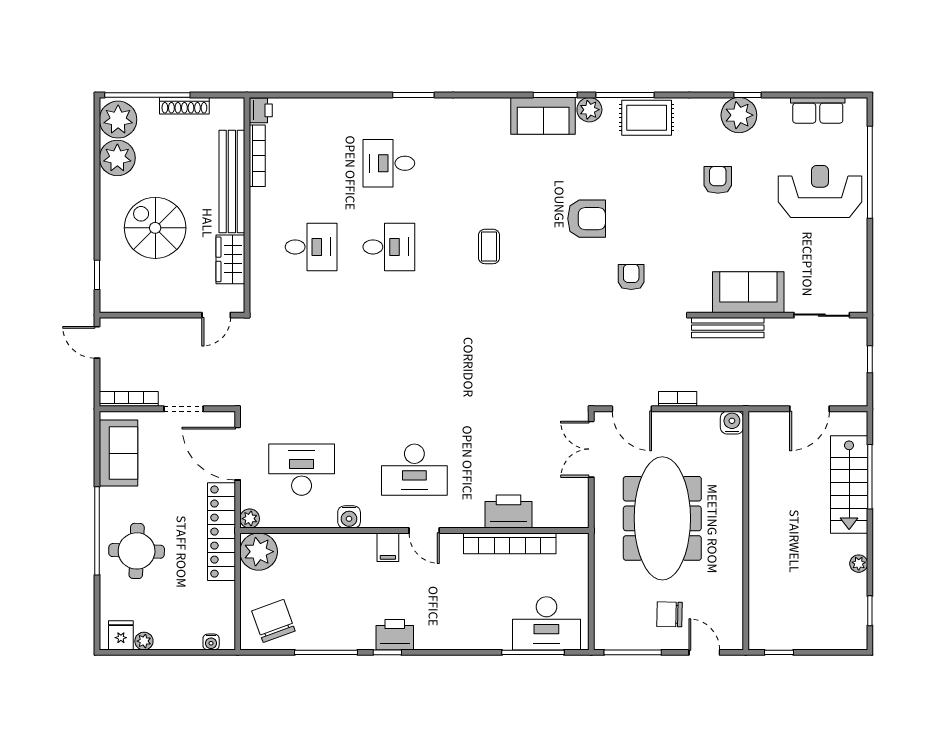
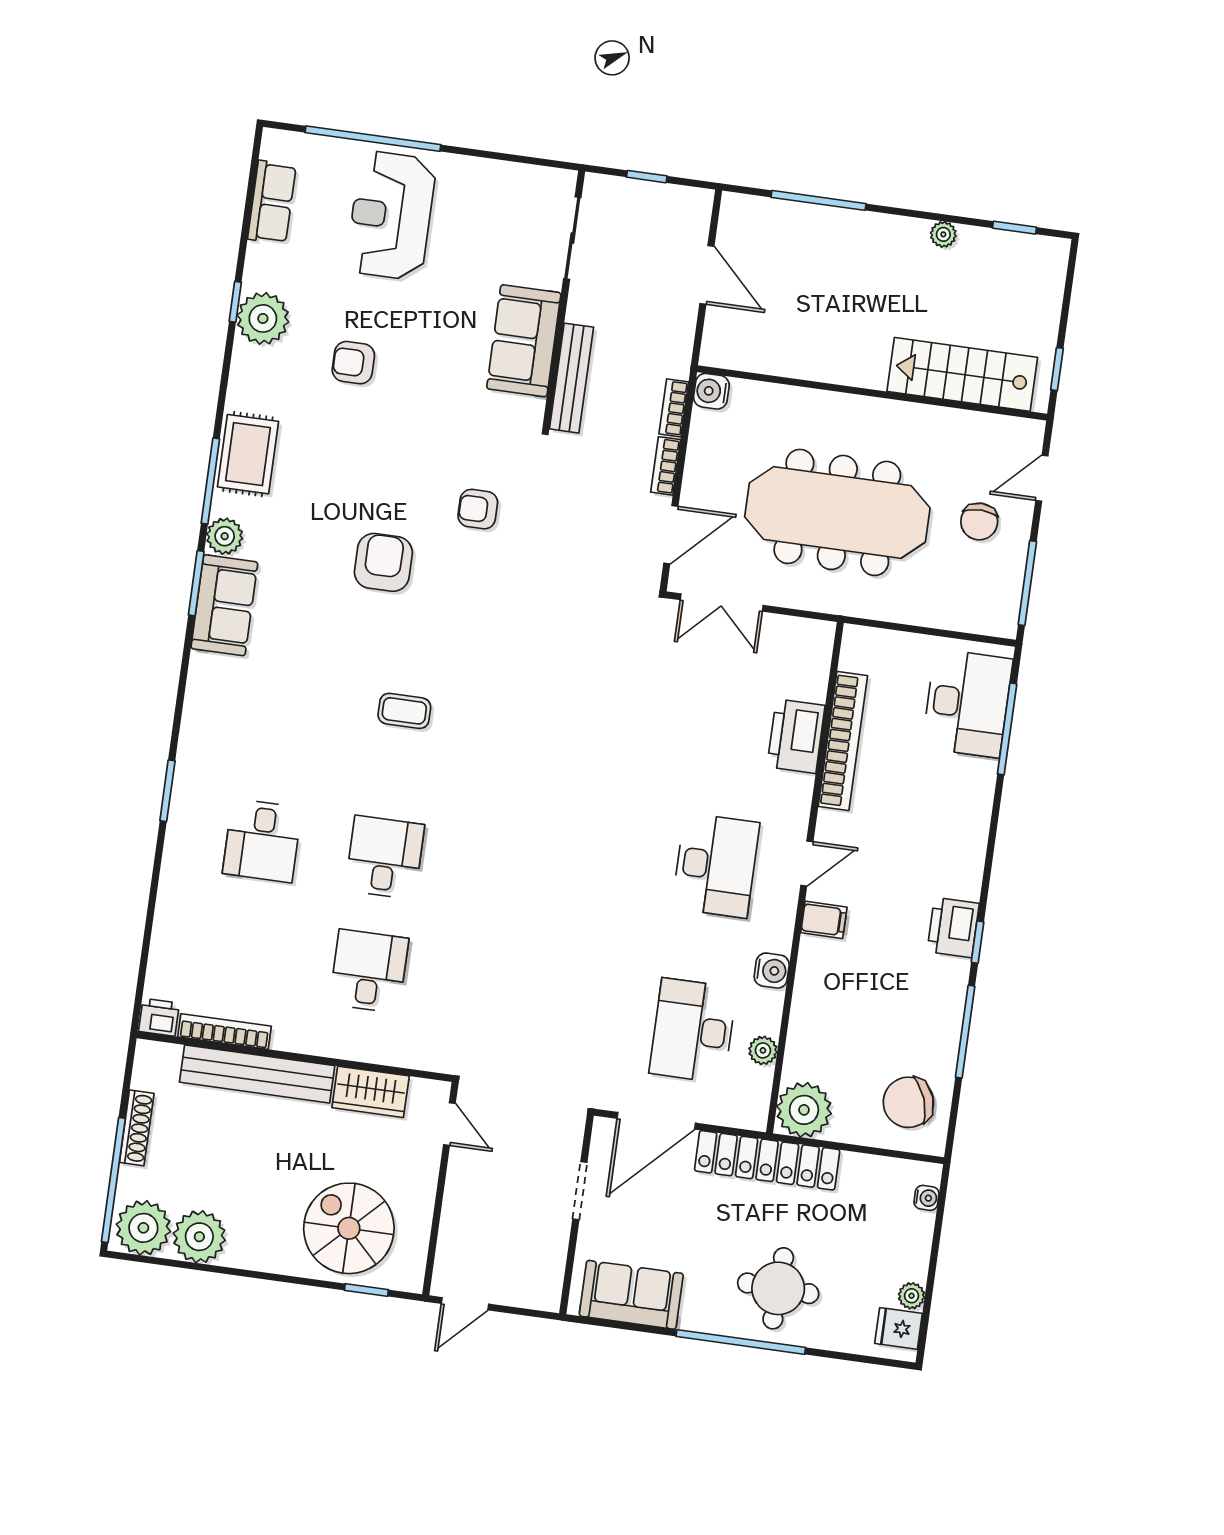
spiral stairs: (155, 228) -> (349, 1228), moved, turned 90
bookcase: (129, 399) -> (674, 408), moved, width x0.64
stairs: (849, 485) -> (962, 374), moved, turned 180
plant: (250, 519) -> (763, 1050), moved

